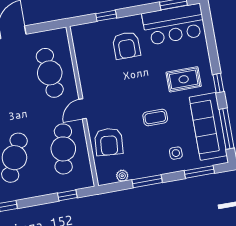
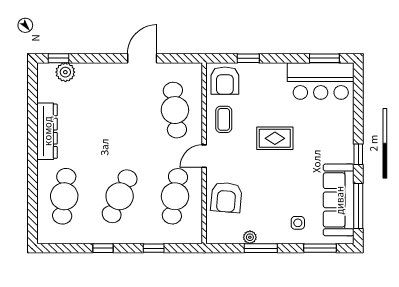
armchair: (126, 45) -> (225, 81), moved
rug: (184, 79) -> (275, 138), moved
coffee table: (155, 118) -> (224, 119), moved, turned 90
plant: (122, 176) -> (250, 237), moved
window: (67, 195) -> (154, 248), moved

